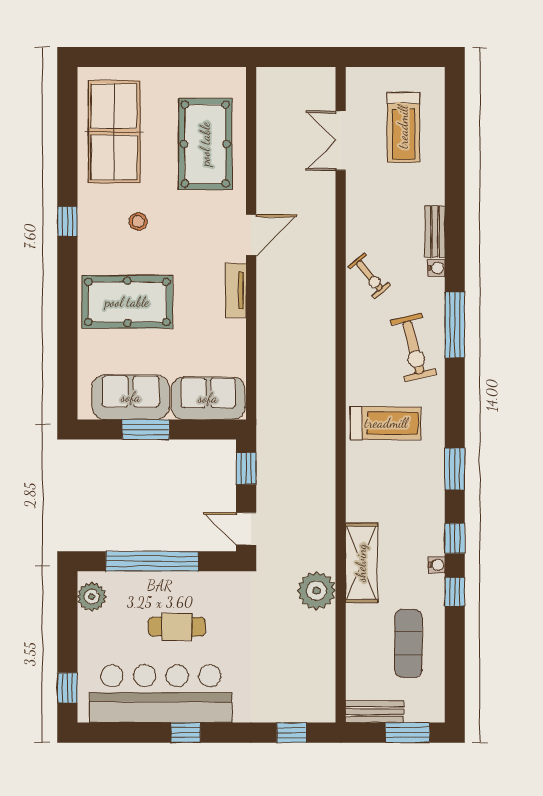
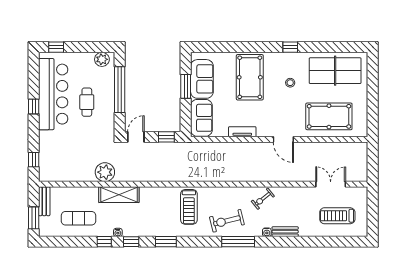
tv unit: (236, 291) -> (242, 132), moved

